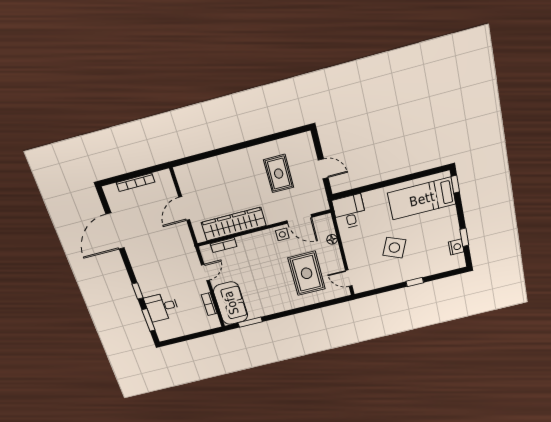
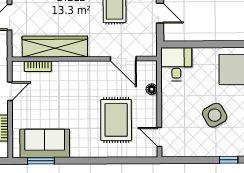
side table: (282, 234) -> (102, 71), removed
side table: (394, 248) -> (215, 115), turned 38
sofa: (231, 303) -> (45, 143), moved, turned -90

